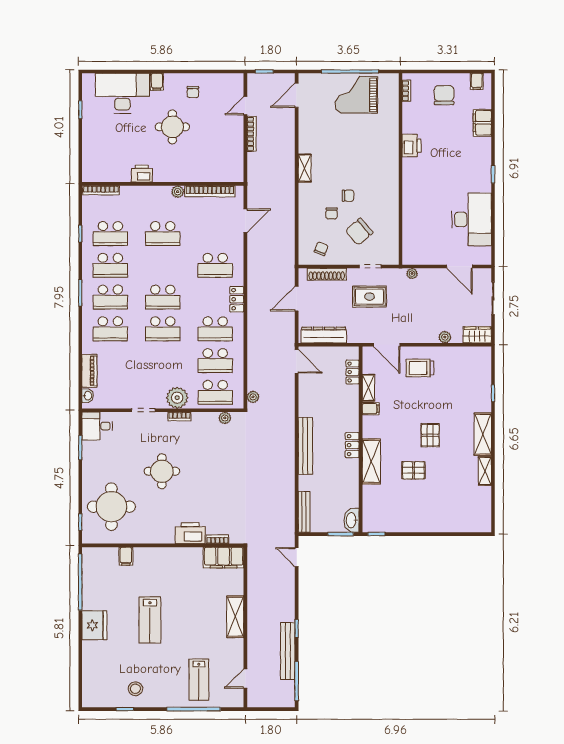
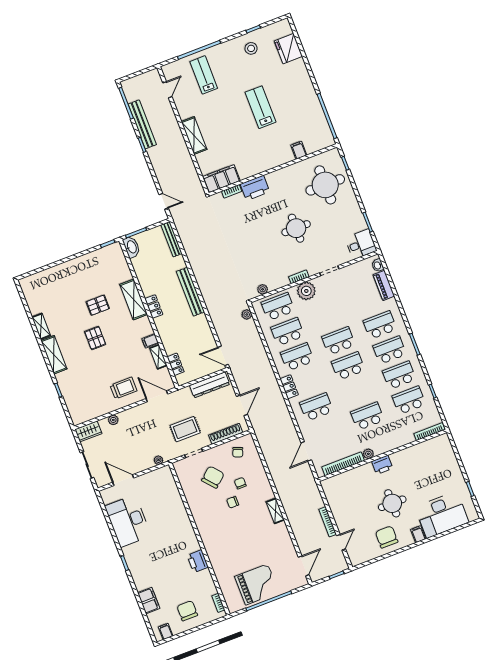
chair: (193, 92) -> (387, 537), width x1.87, depth x1.87
chair: (444, 95) -> (187, 611), turned 180
printer: (142, 174) -> (382, 465), moved
fridge: (94, 625) -> (288, 49), moved

